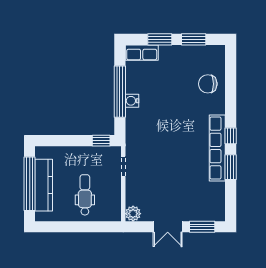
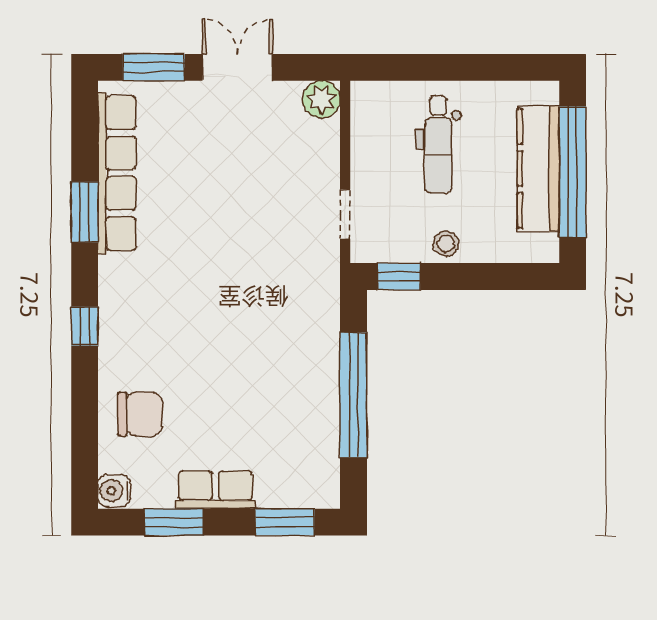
window: (160, 39) -> (285, 522), moved
row of seats: (142, 53) -> (215, 490), moved
water cooler: (132, 101) -> (114, 491), moved, turned 180
window: (231, 136) -> (85, 326), moved
row of seats: (217, 148) -> (117, 173), moved
stool: (82, 154) -> (446, 244), added

